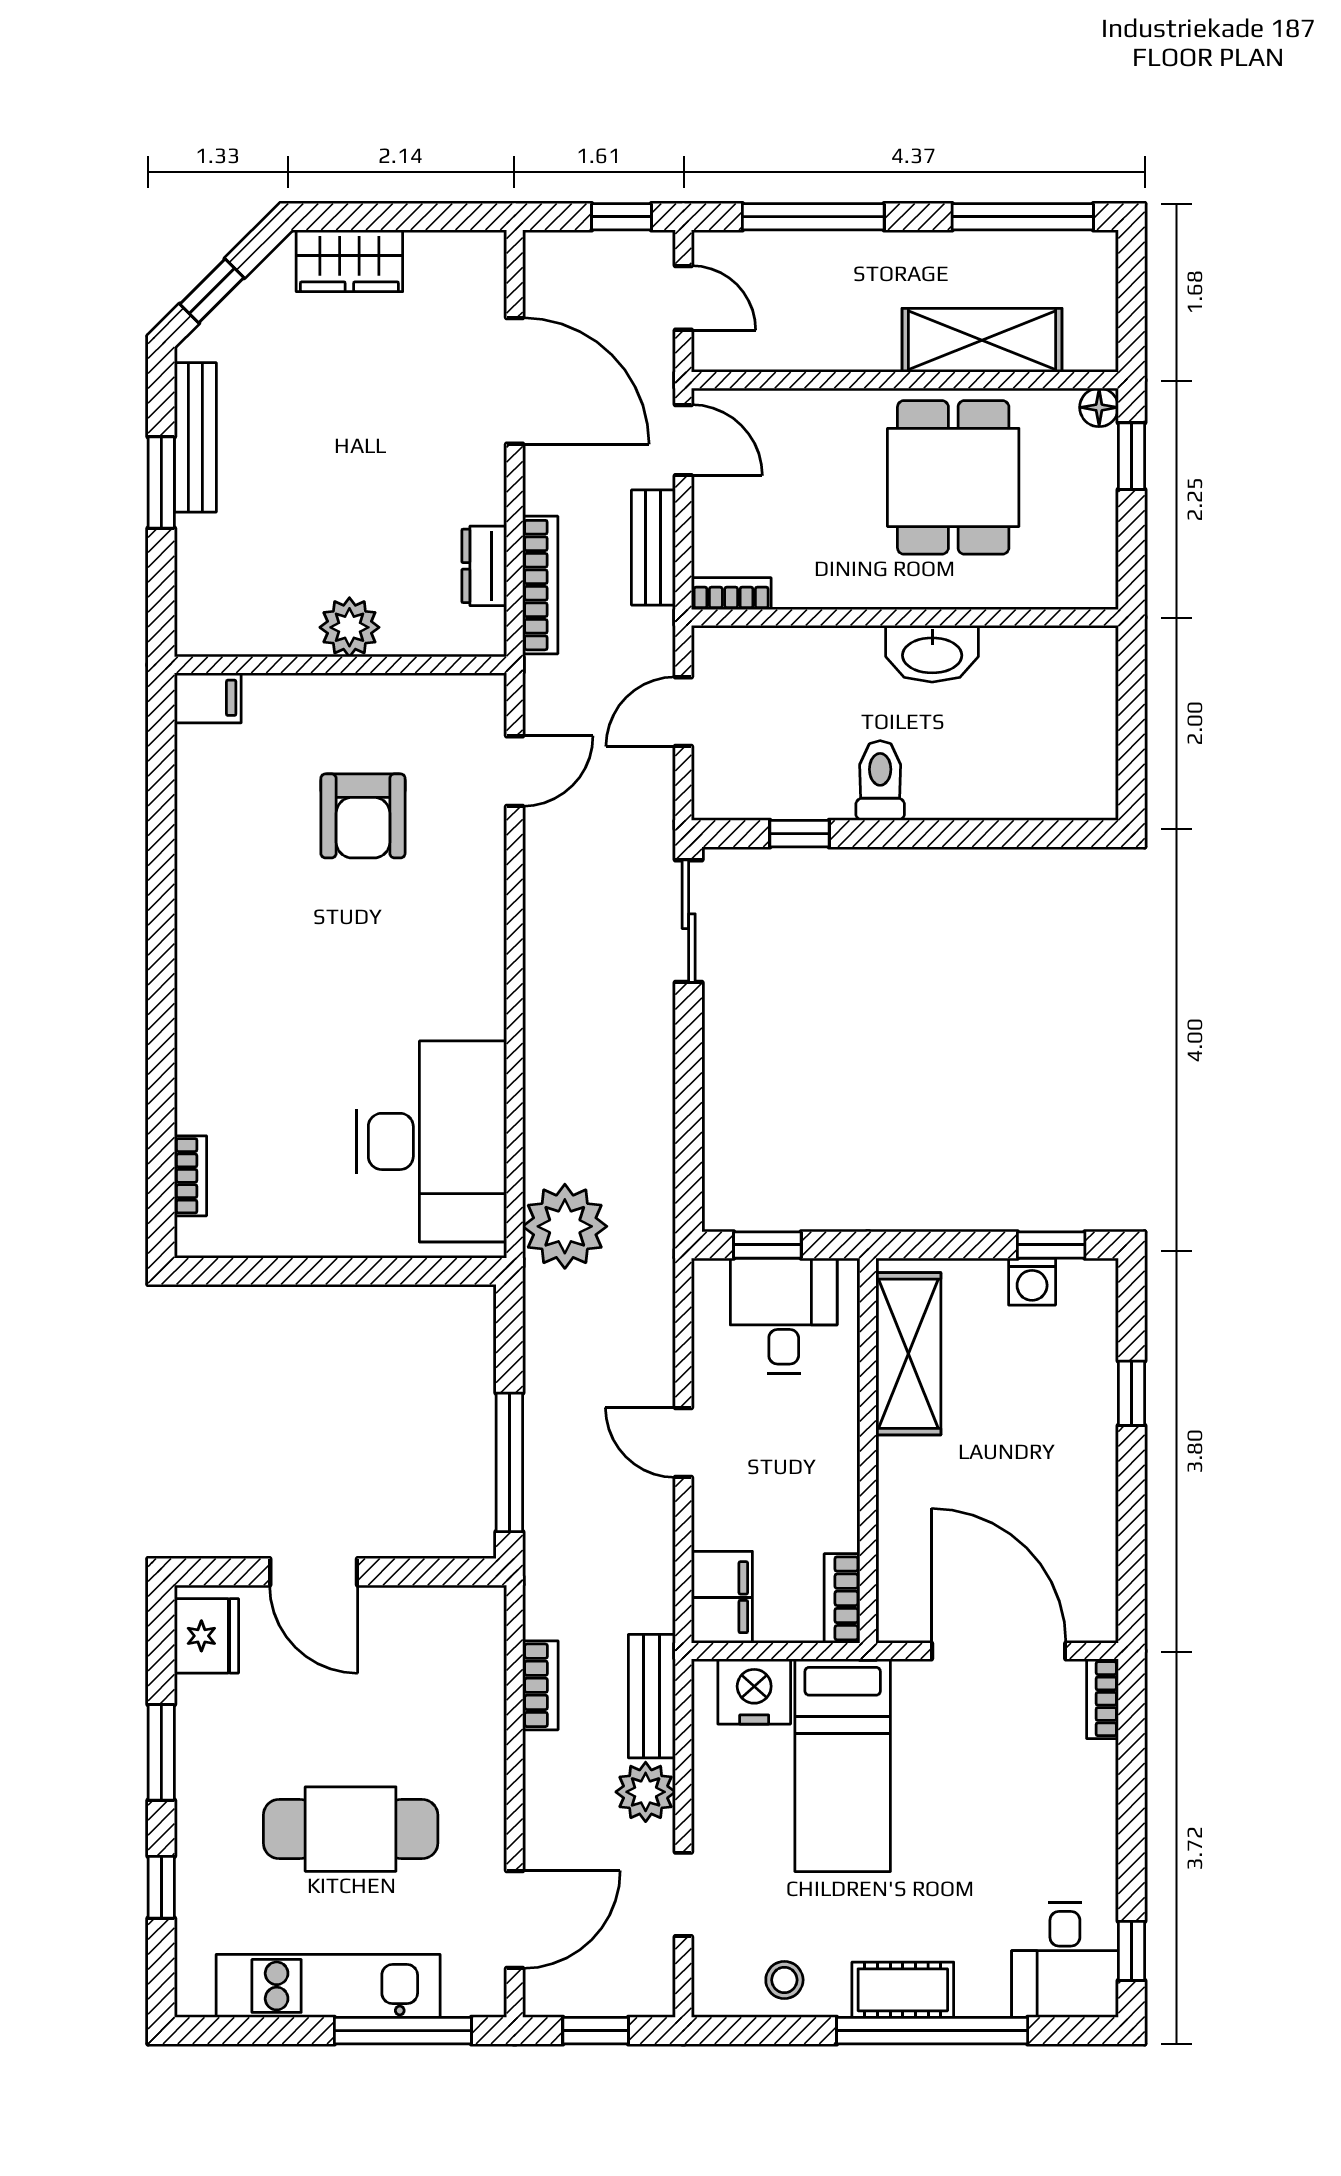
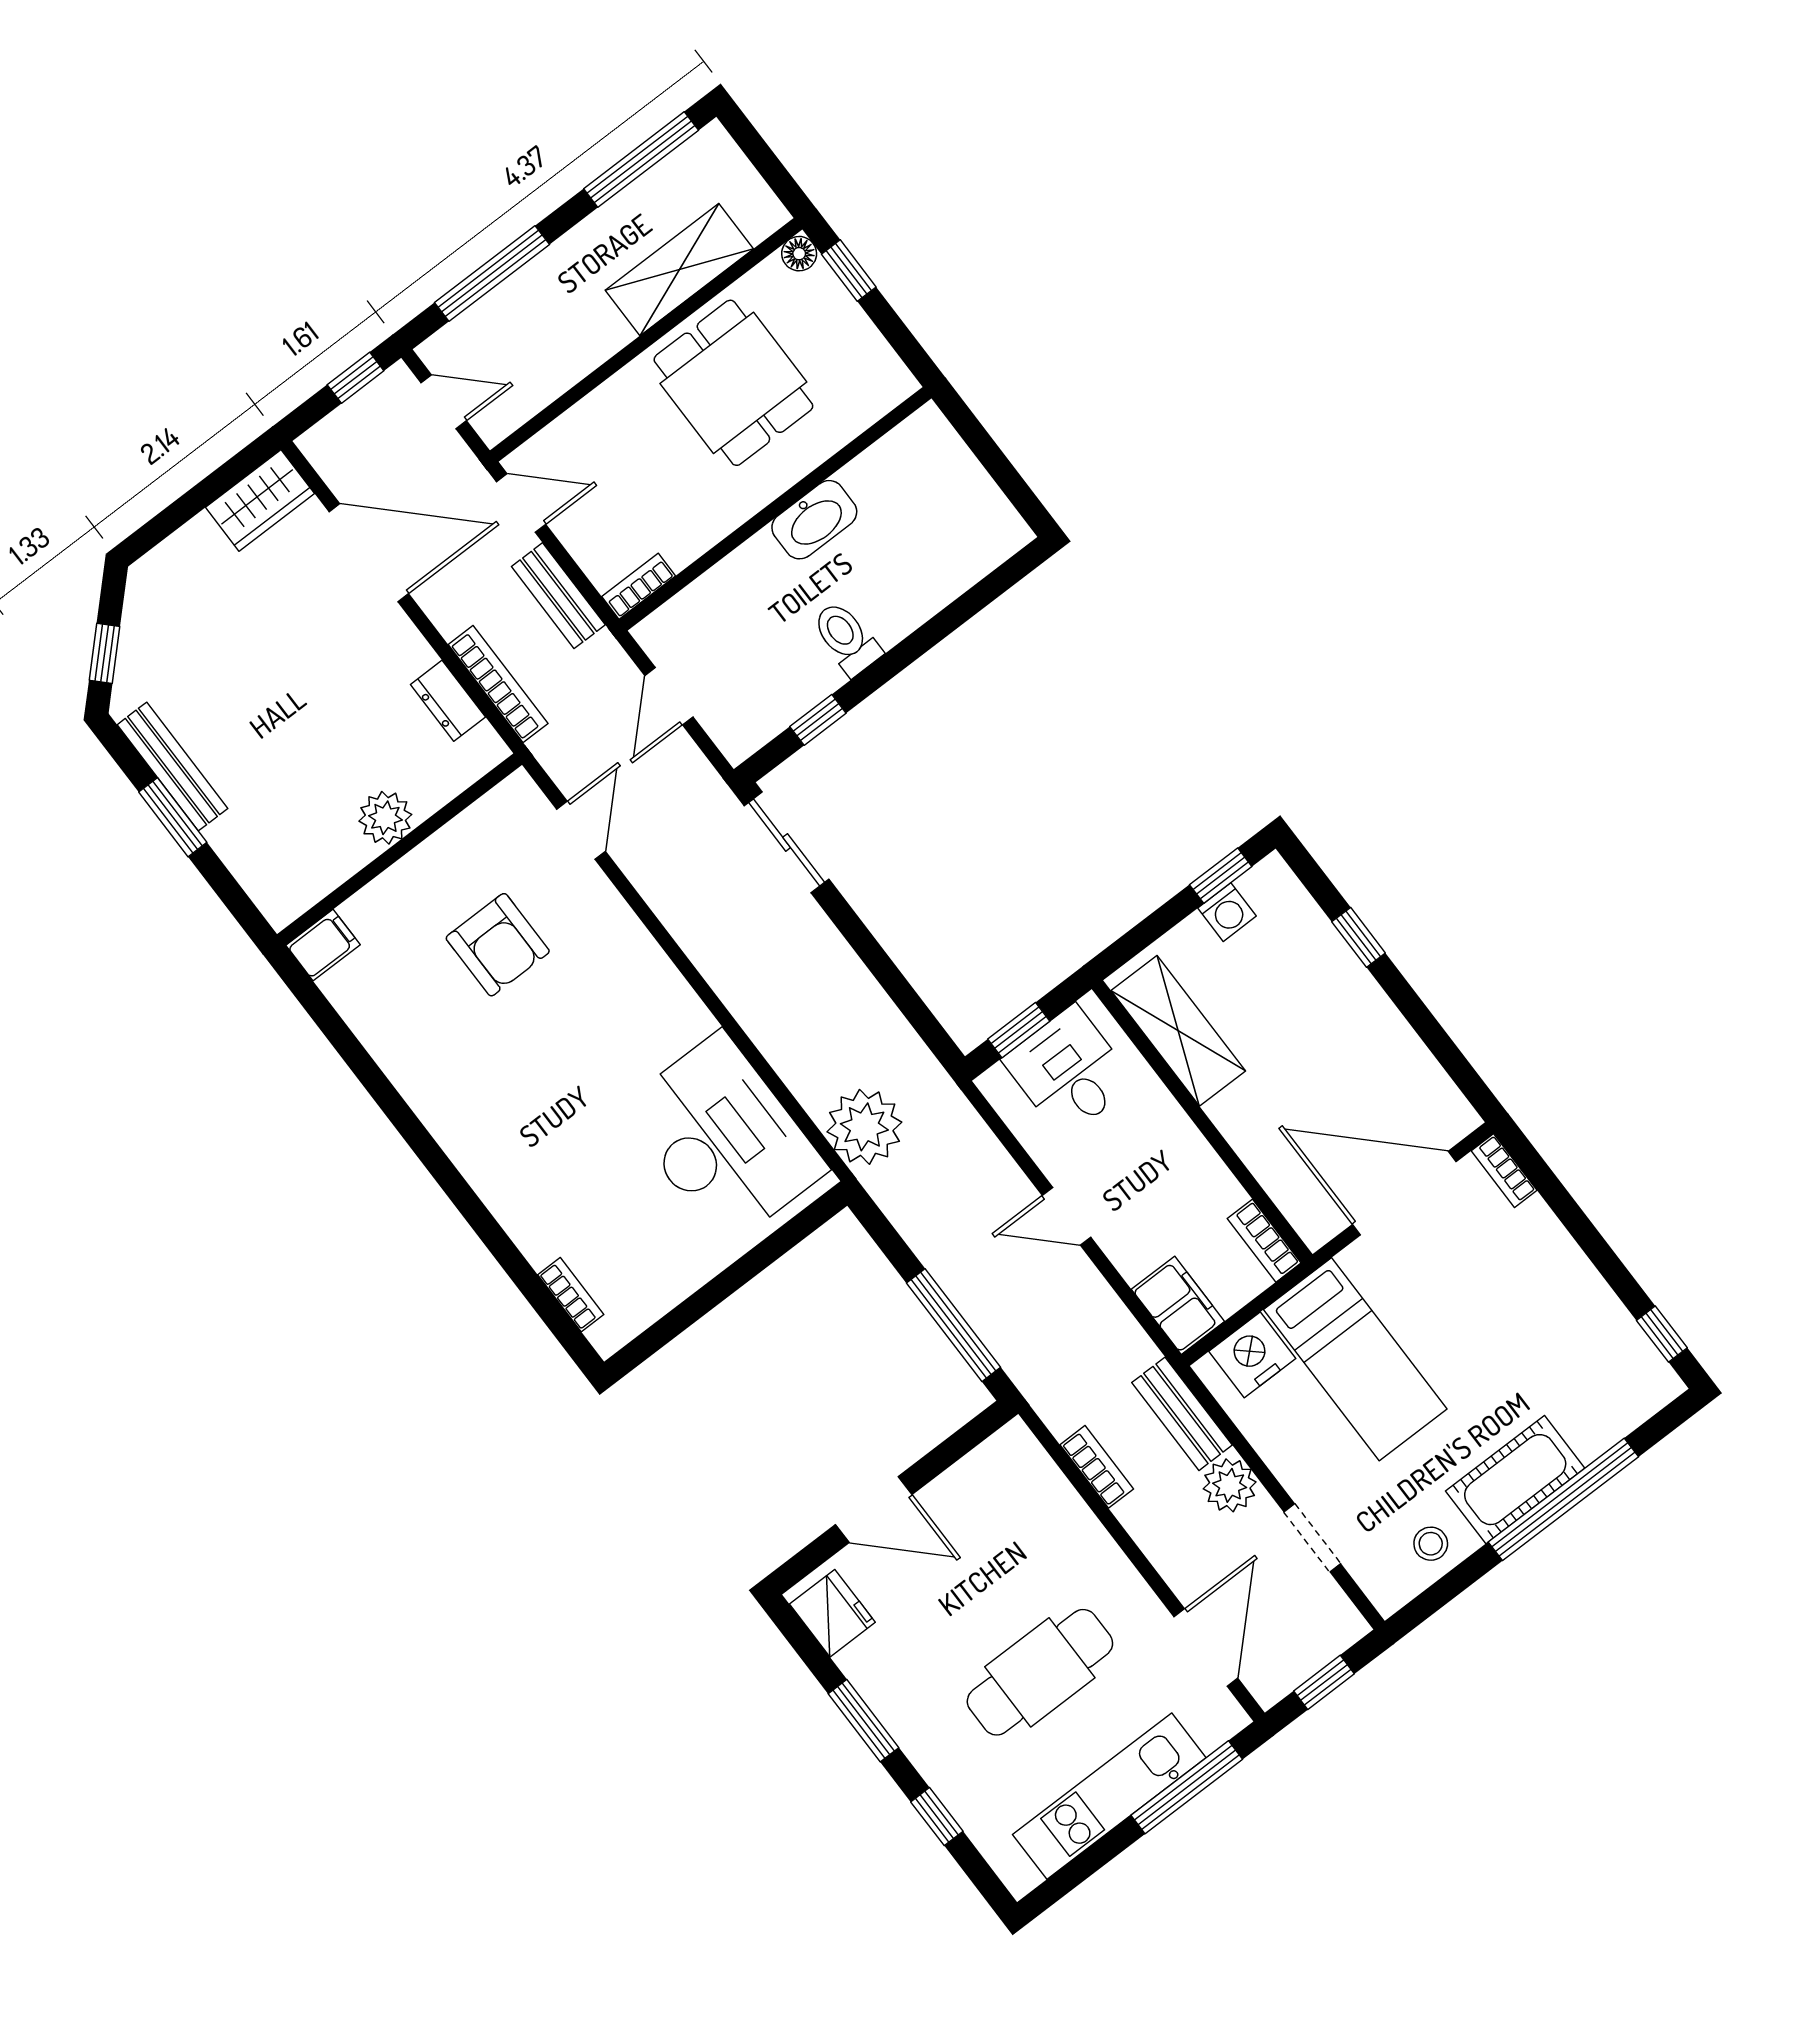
wardrobe: (349, 261) -> (260, 500), moved
desk: (1065, 1960) -> (1619, 1377), removed
cot: (903, 1990) -> (1515, 1480), width x1.37, depth x1.34

